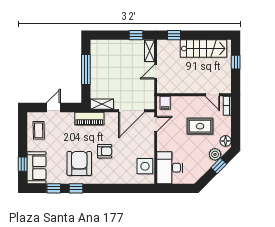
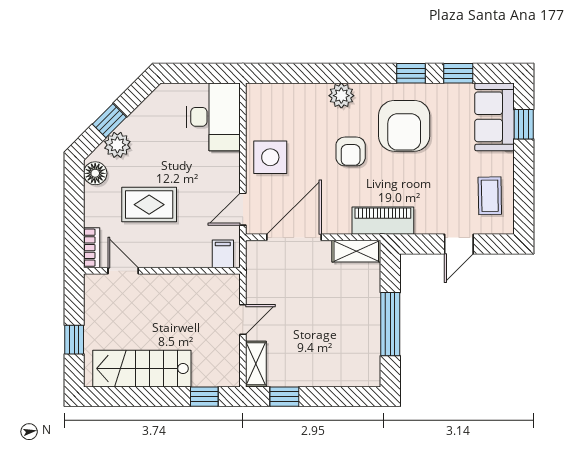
armchair: (105, 151) -> (351, 151), turned -90
side table: (145, 166) -> (270, 157), moved
plant: (109, 178) -> (341, 96), added

